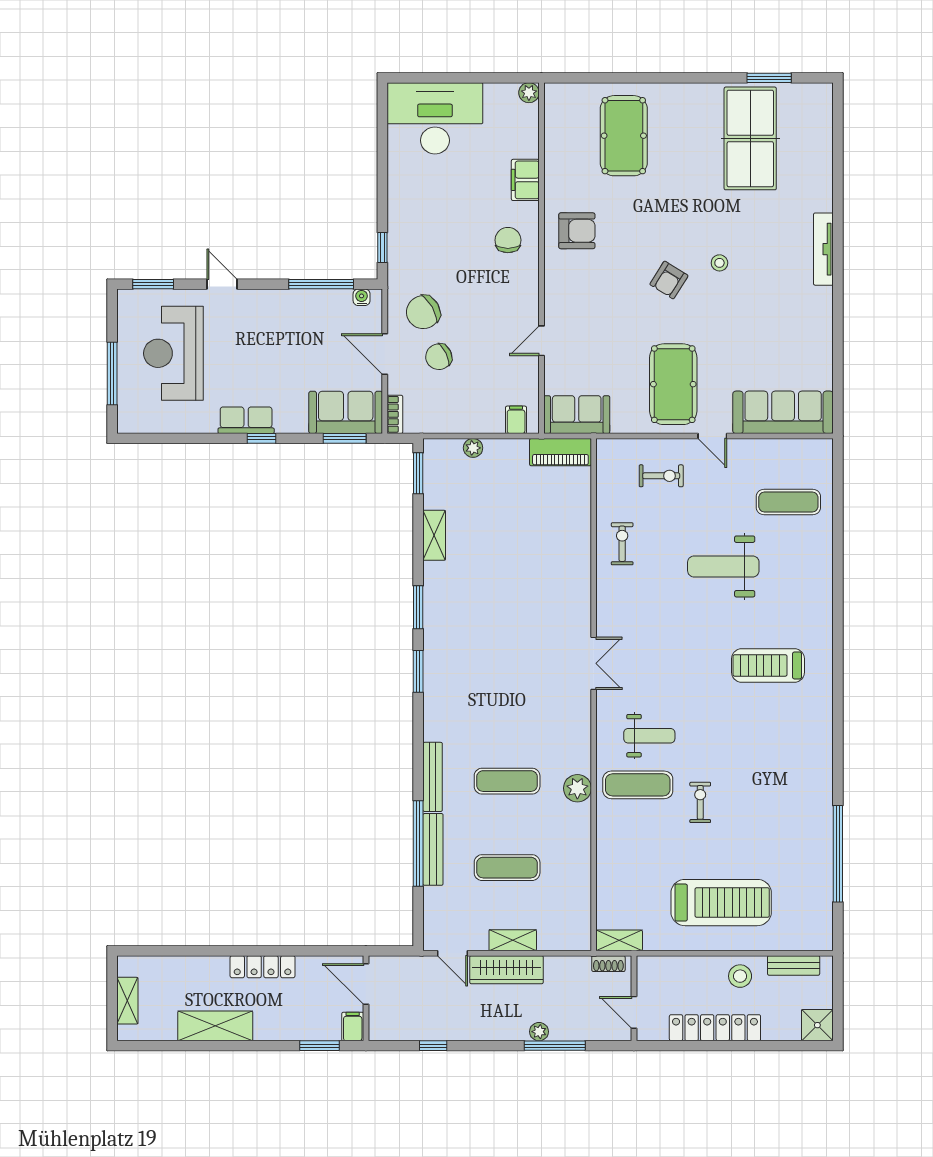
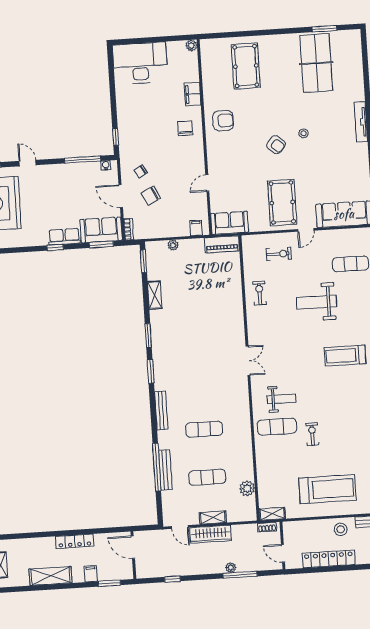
armchair: (669, 280) -> (276, 145), turned -81
chair: (423, 312) -> (141, 171), width x0.54, depth x0.54
row of seats: (246, 420) -> (64, 237), moved
door: (712, 436) -> (306, 230), hinge flipped
bench: (433, 777) -> (161, 410), moved
plant: (577, 788) -> (247, 488), moved
filing cabinet: (353, 1027) -> (91, 574), moved

